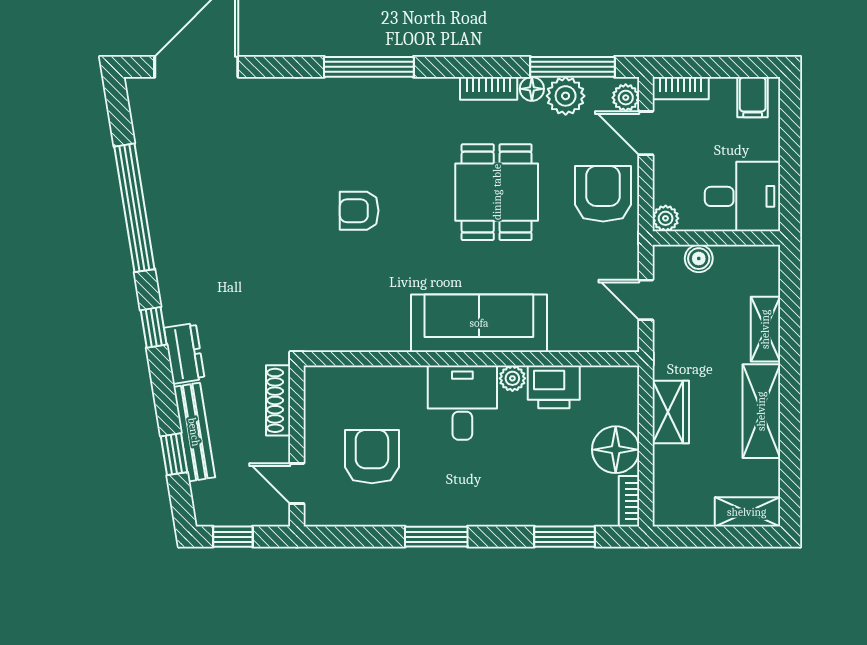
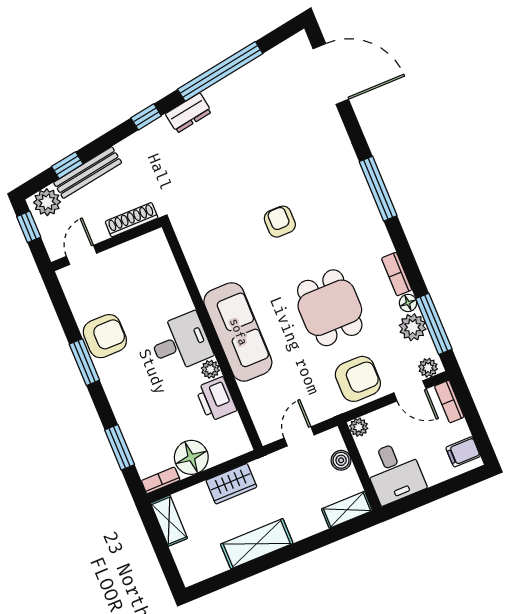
door: (646, 133) -> (410, 391), swing flipped
dining table: (497, 192) -> (330, 308), turned 90
shelving: (765, 329) -> (347, 510), moved
dresser: (184, 353) -> (188, 113), moved
armchair: (372, 457) -> (105, 336), moved
plant: (211, 500) -> (47, 202), added
shelving: (747, 512) -> (169, 521), moved

